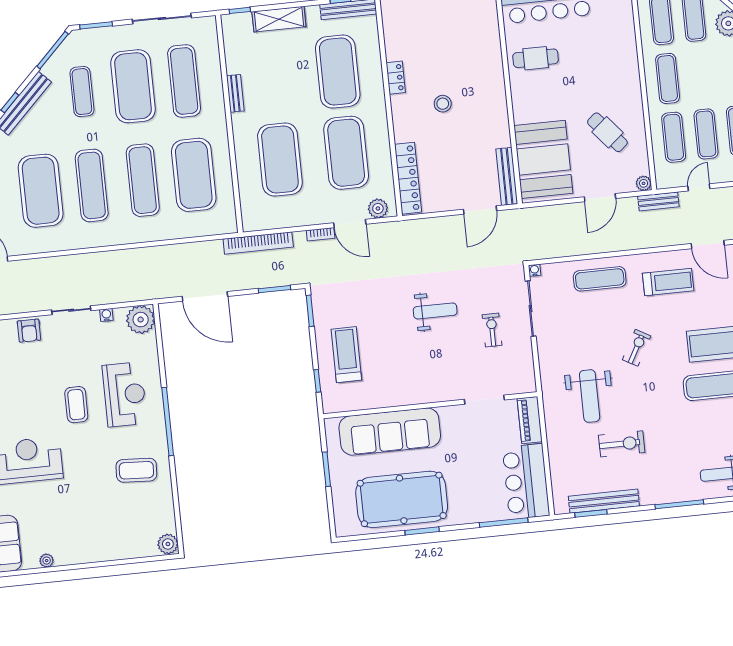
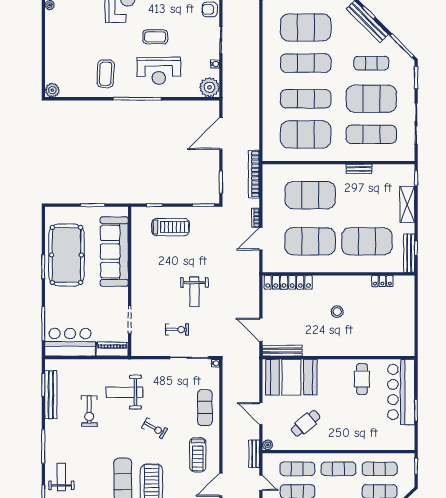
locker: (396, 78) -> (382, 281), moved
plant: (378, 209) -> (269, 259), removed

